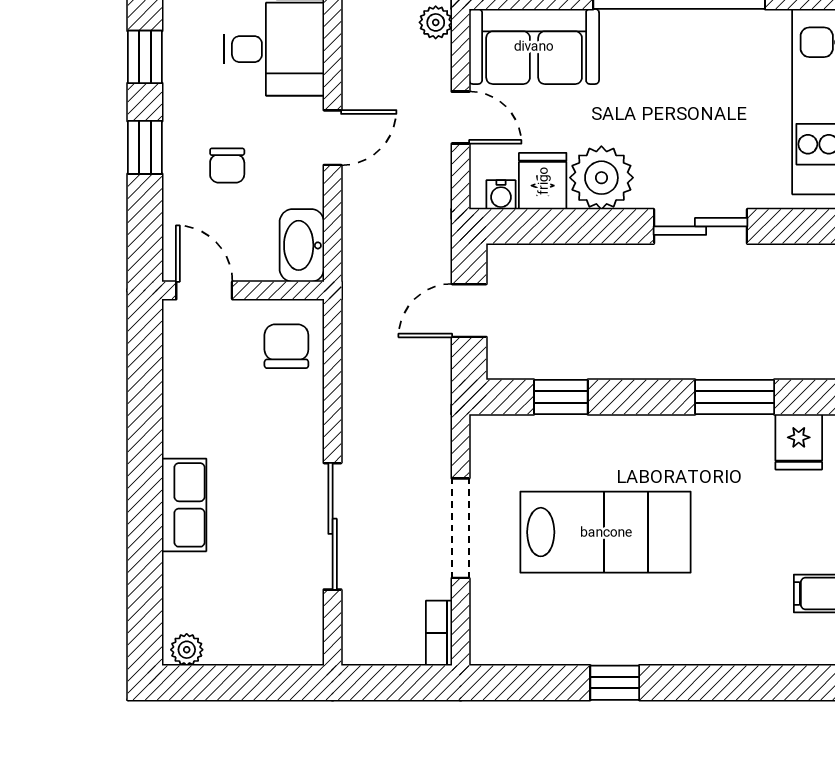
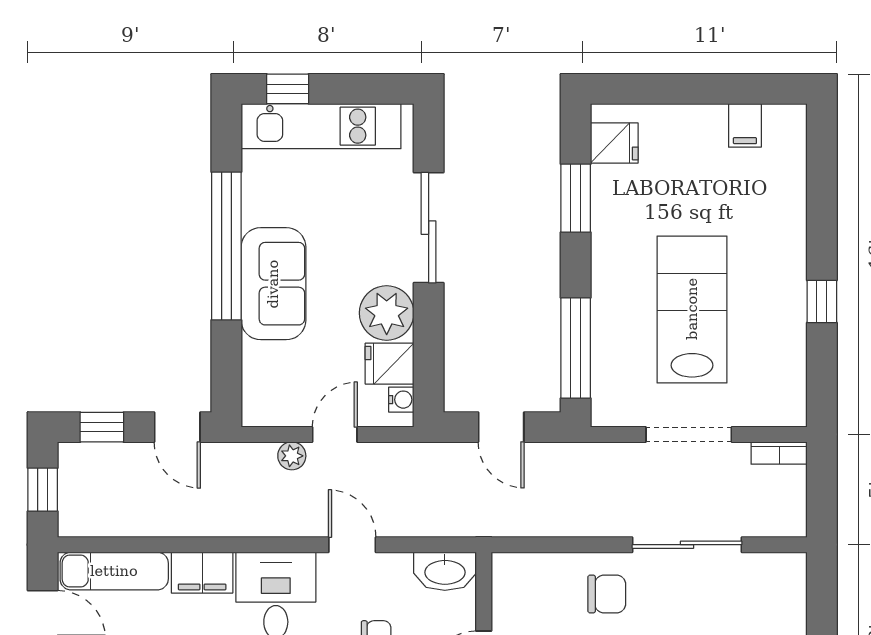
plant: (436, 22) -> (292, 456), moved
sofa: (534, 46) -> (273, 284), moved
sliding door: (701, 226) -> (429, 228), width x1.37
chair: (286, 346) -> (607, 594), moved, turned 180
window: (561, 397) -> (576, 348), width x2.17

